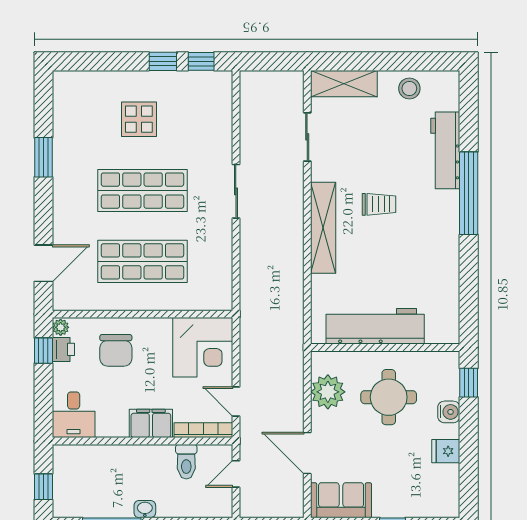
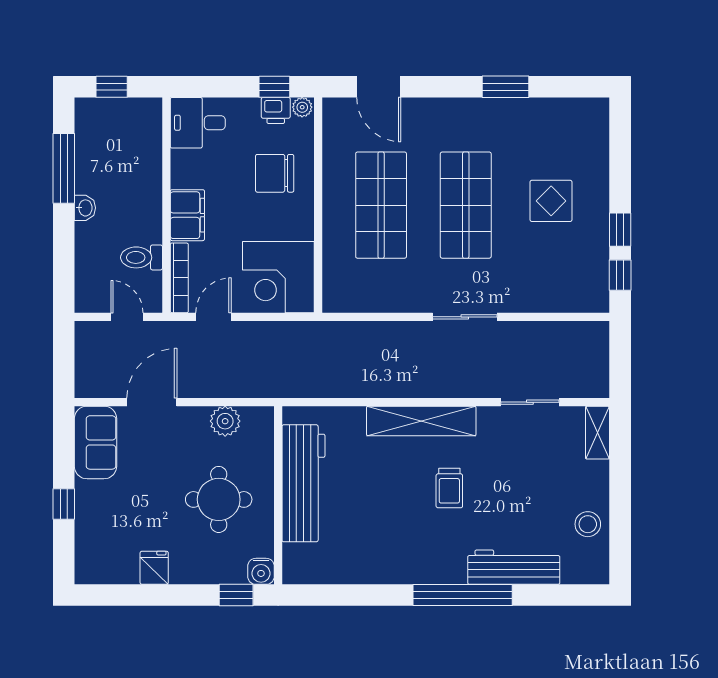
shelving: (344, 84) -> (598, 433), width x0.67, depth x0.75
plant: (328, 392) -> (225, 421), width x0.73, depth x0.73
water cooler: (449, 412) -> (261, 571), moved

